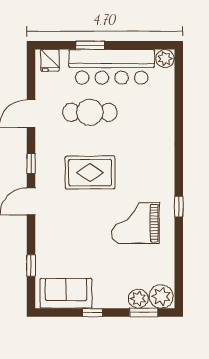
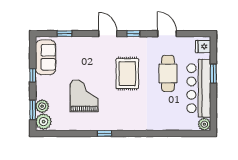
grand piano: (135, 223) -> (84, 96), moved

